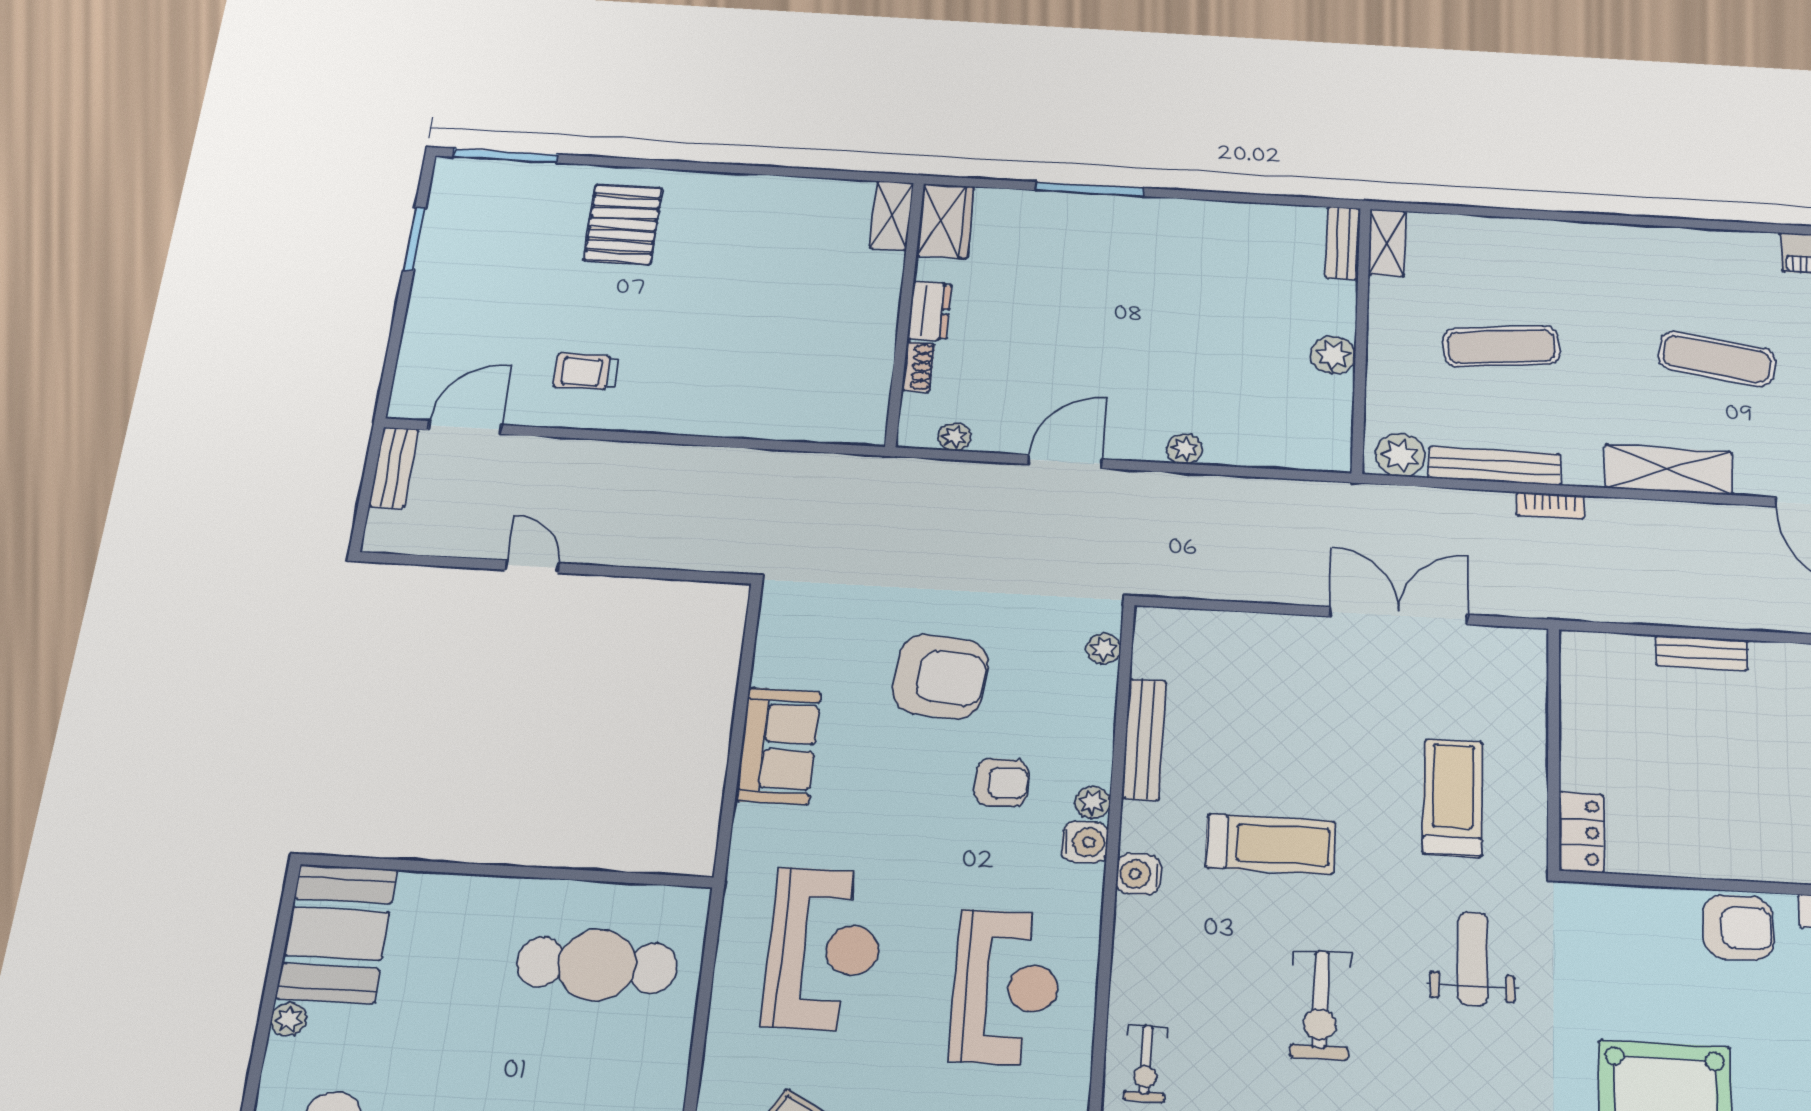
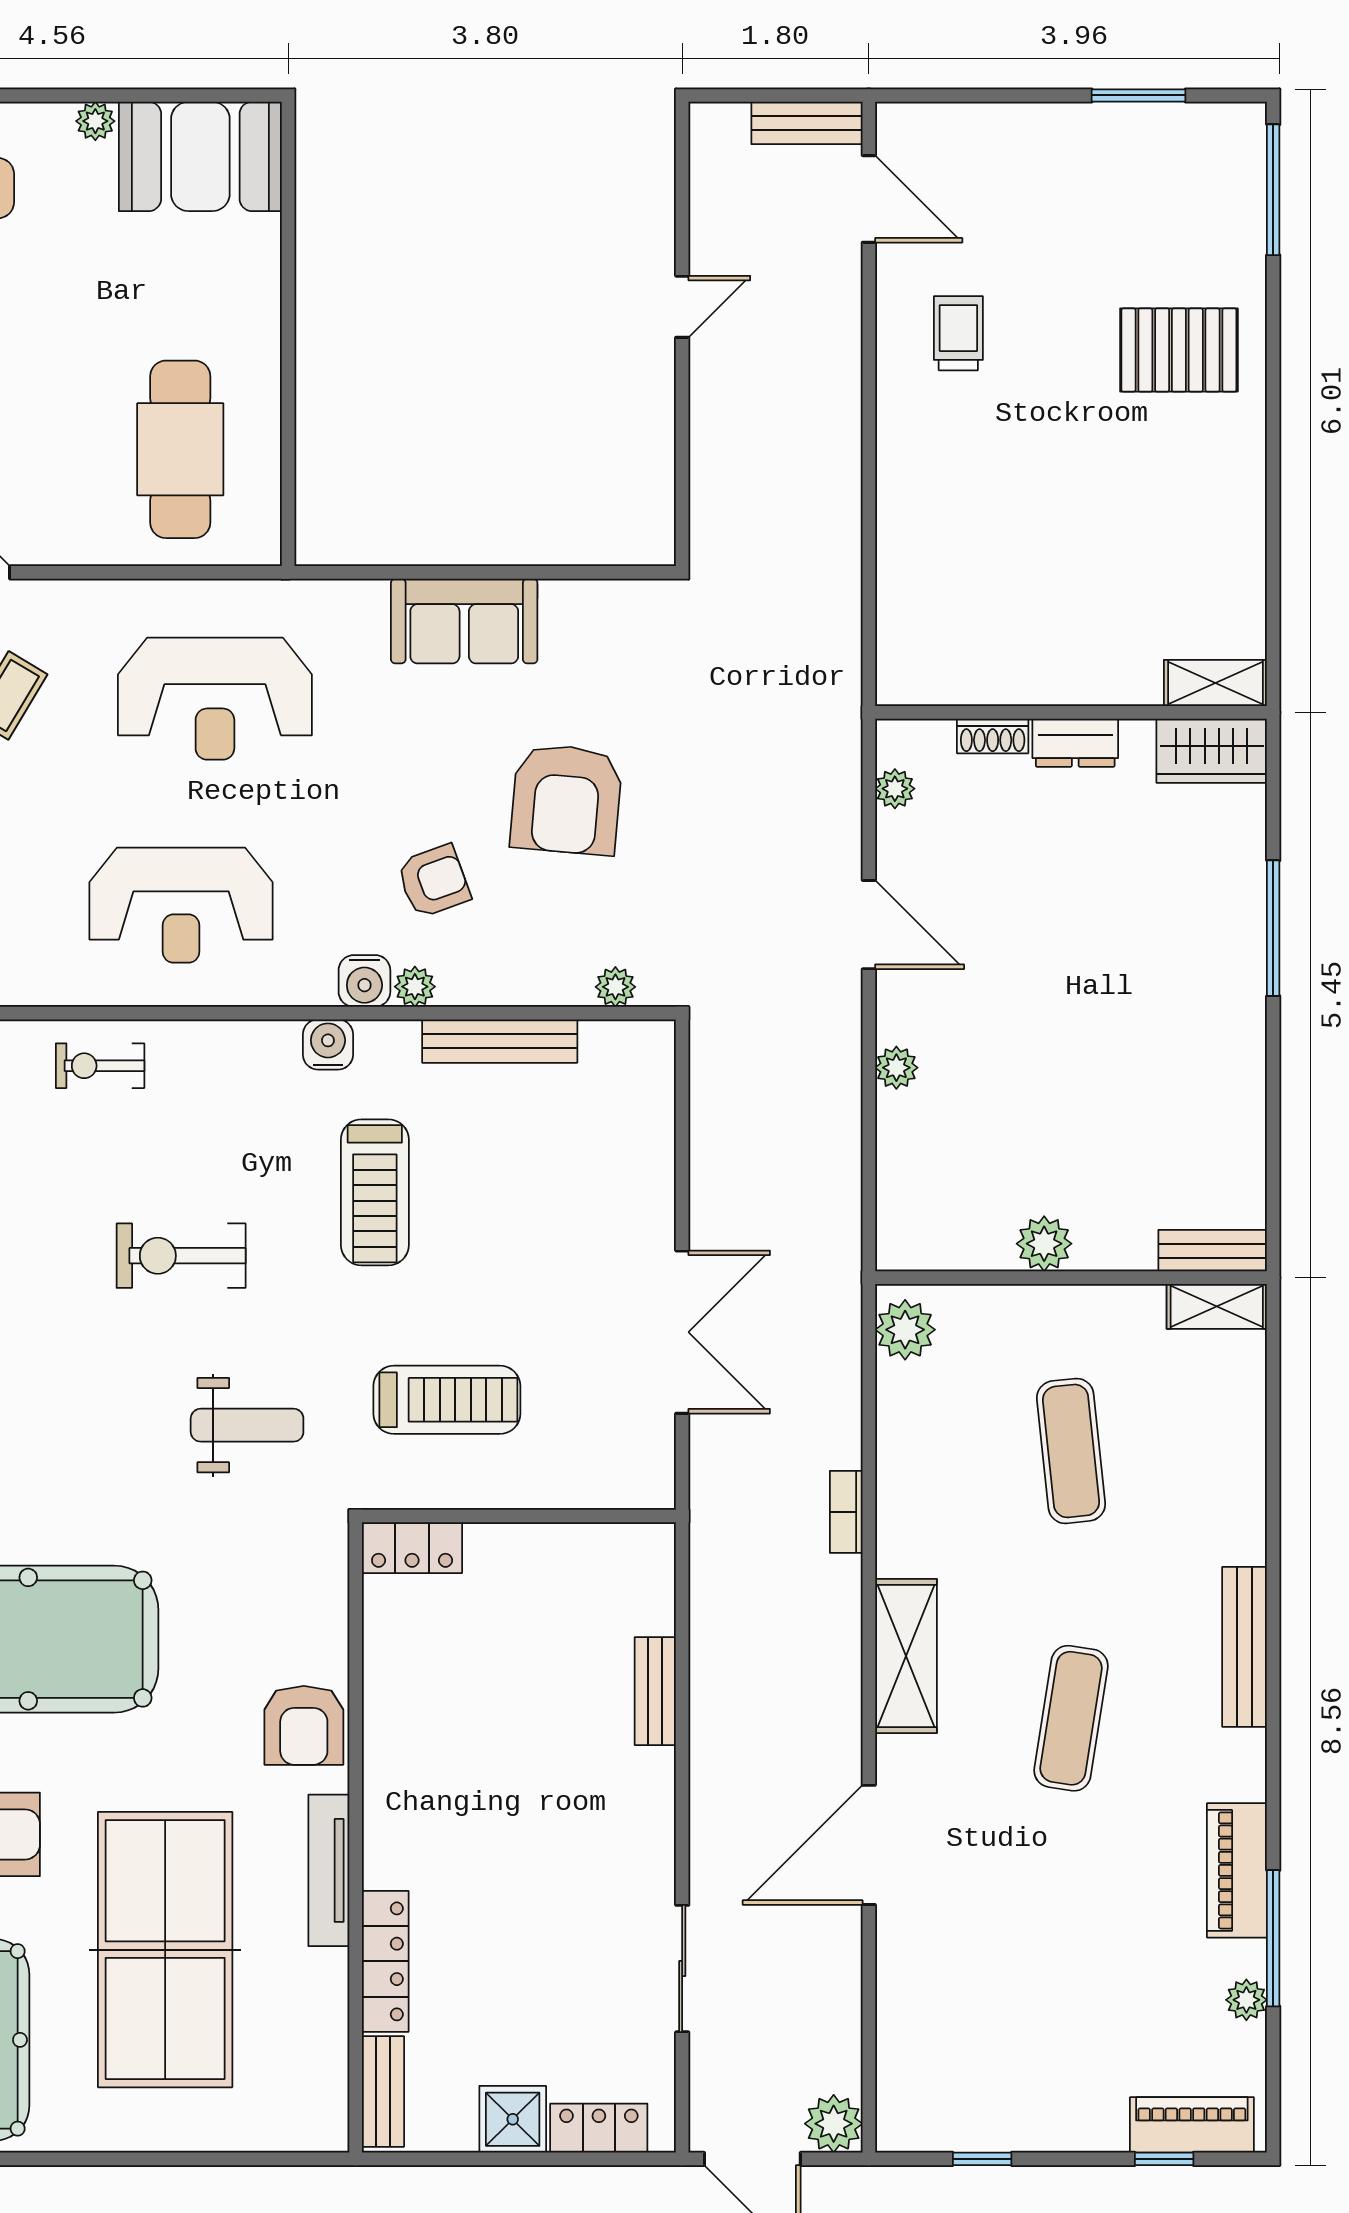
bench: (1494, 466) -> (1245, 1647), moved
armchair: (1002, 783) -> (434, 881), turned -110

